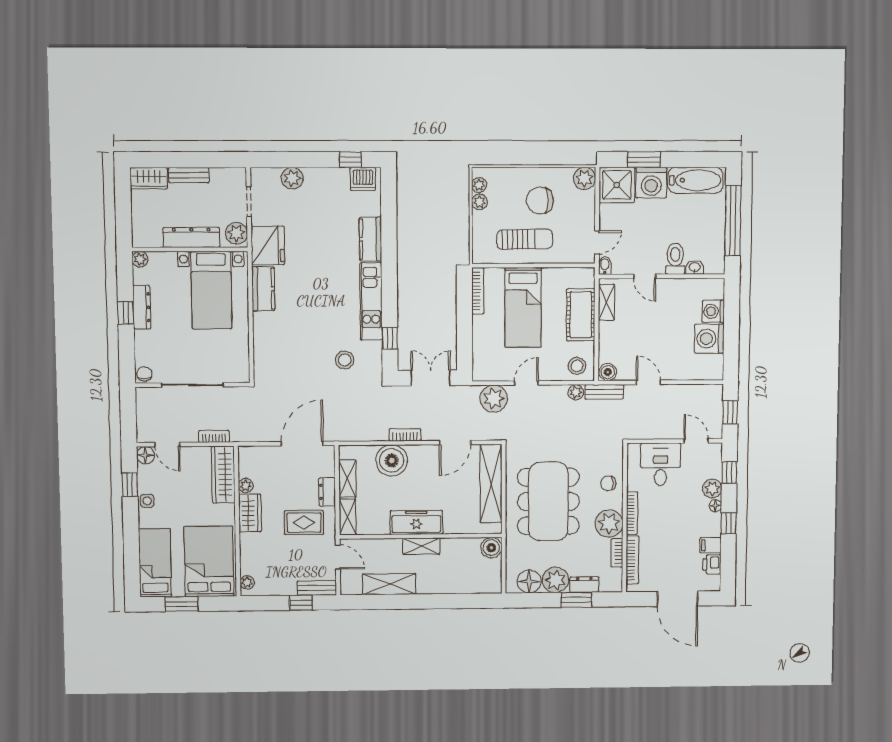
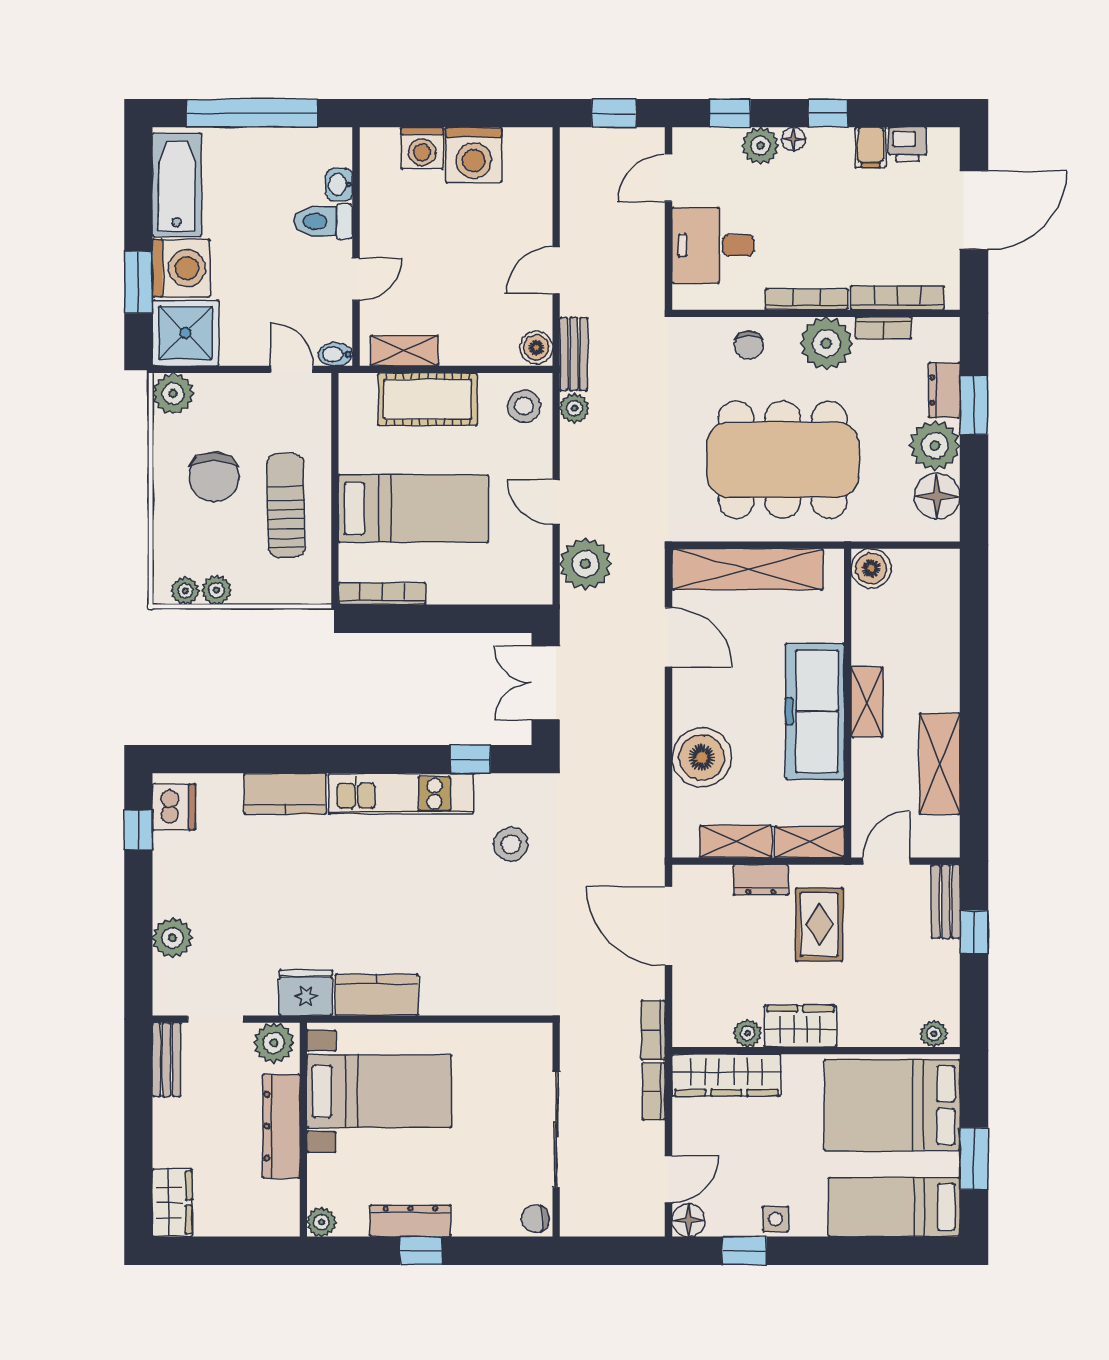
bench: (189, 175) -> (167, 1060), moved
fridge: (268, 245) -> (306, 993), width x0.73, depth x0.75
bookcase: (405, 435) -> (653, 1030), moved
freezer: (416, 522) -> (815, 711), width x1.36, depth x1.26

